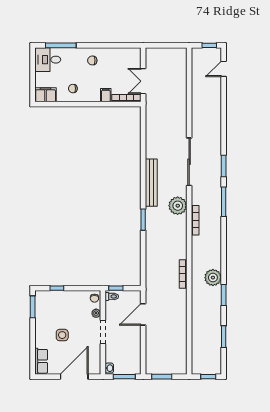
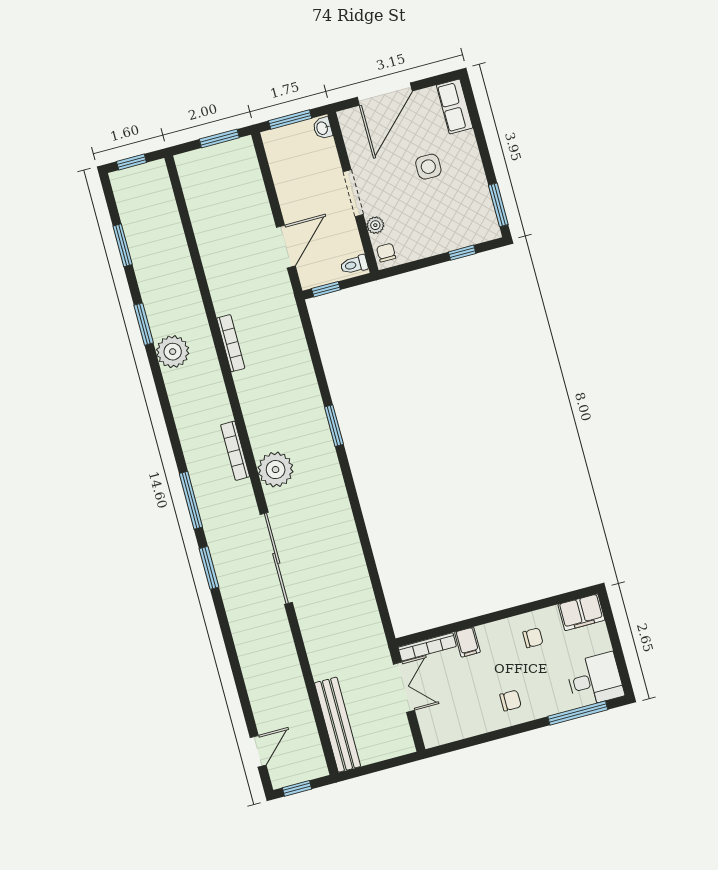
bench: (151, 183) -> (337, 725), moved
window: (116, 288) -> (326, 289), moved

